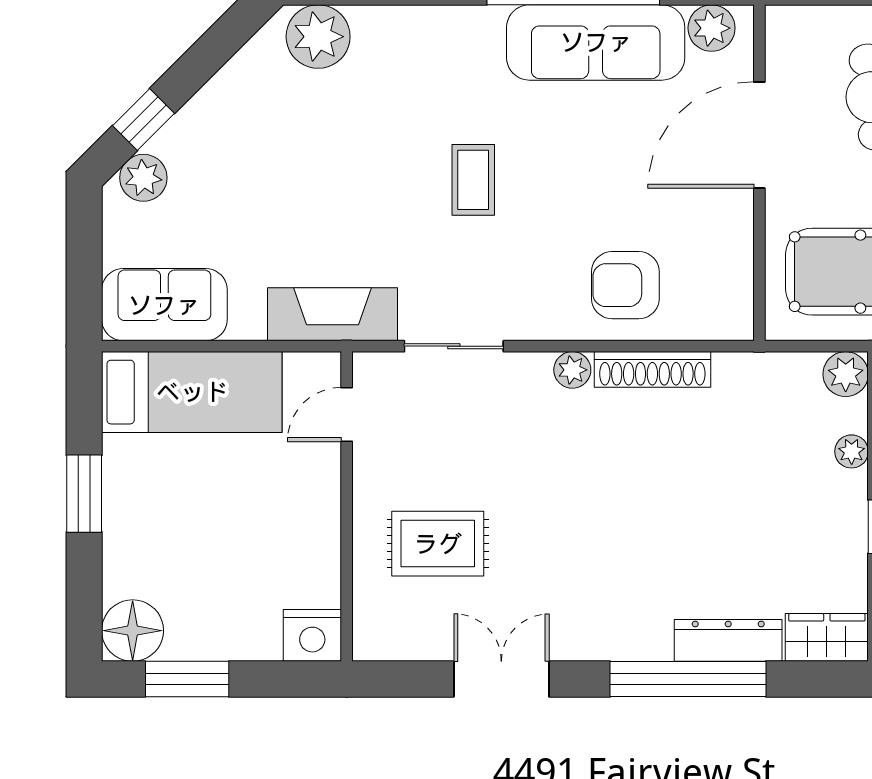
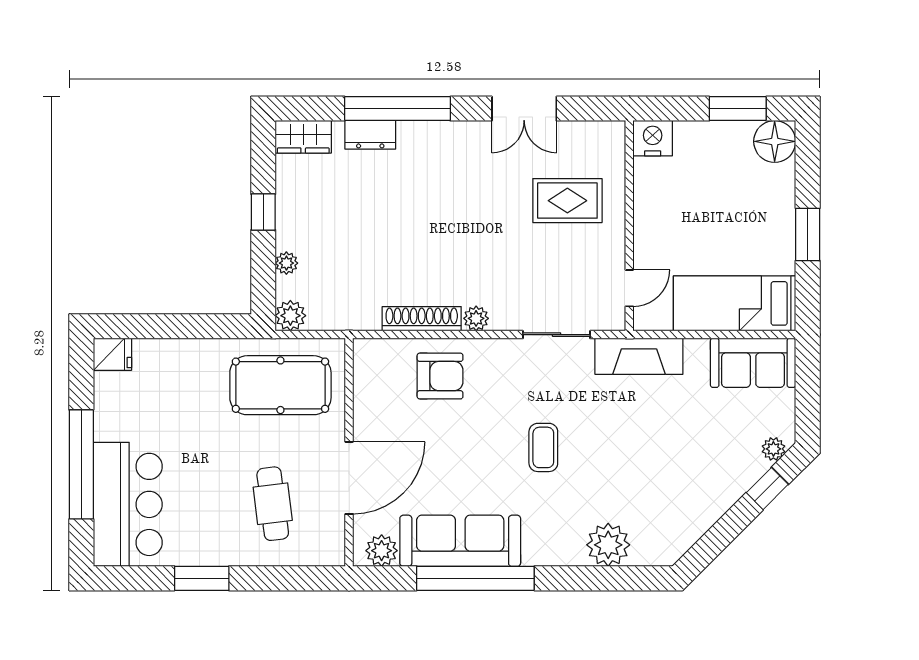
plant: (318, 37) -> (608, 545), moved
plant: (143, 178) -> (773, 449), width x0.73, depth x0.73
dresser: (728, 640) -> (370, 135), width x0.70

